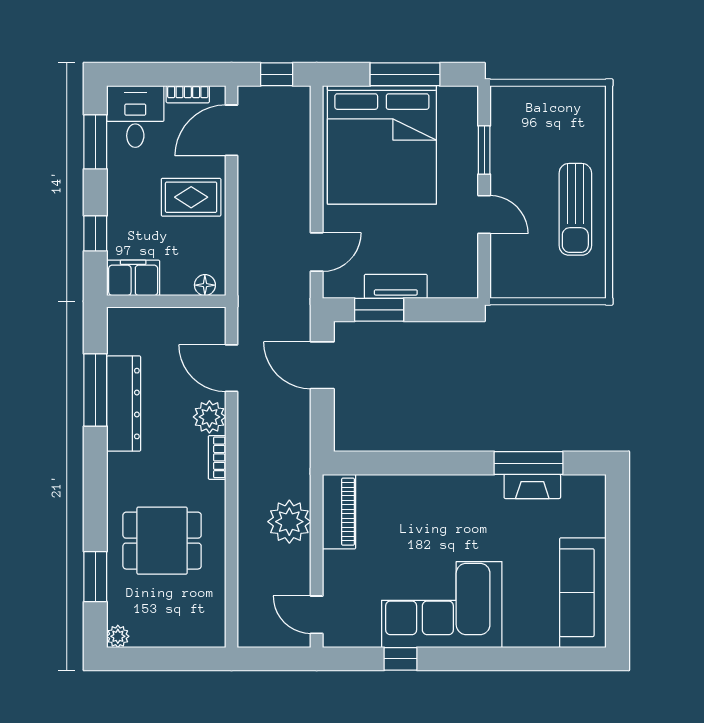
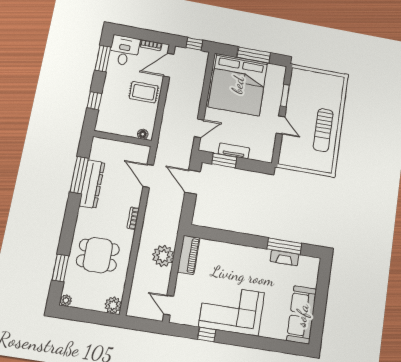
filing cabinet: (133, 278) -> (109, 125), removed
plant: (209, 417) -> (113, 305), moved

